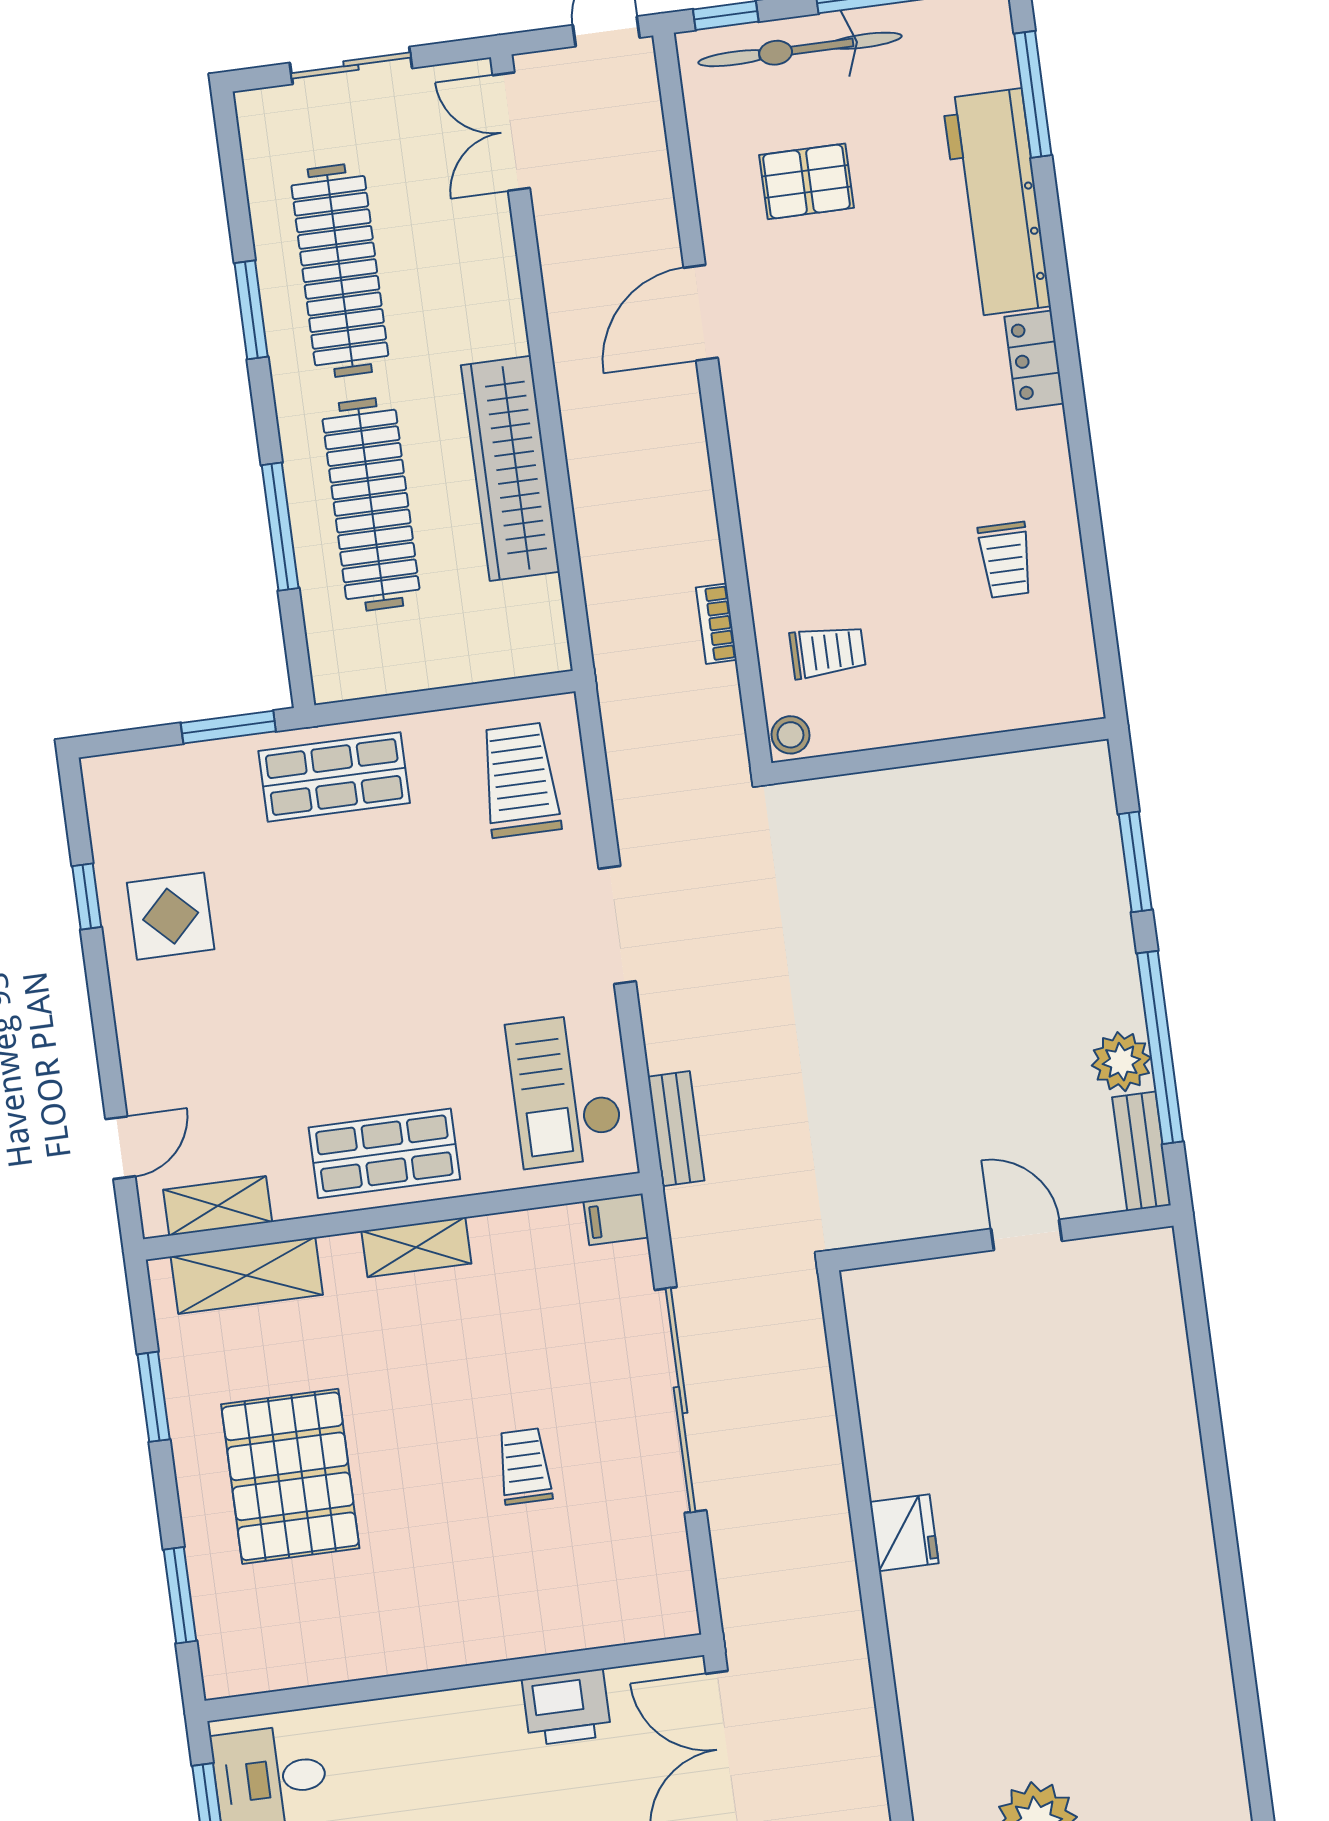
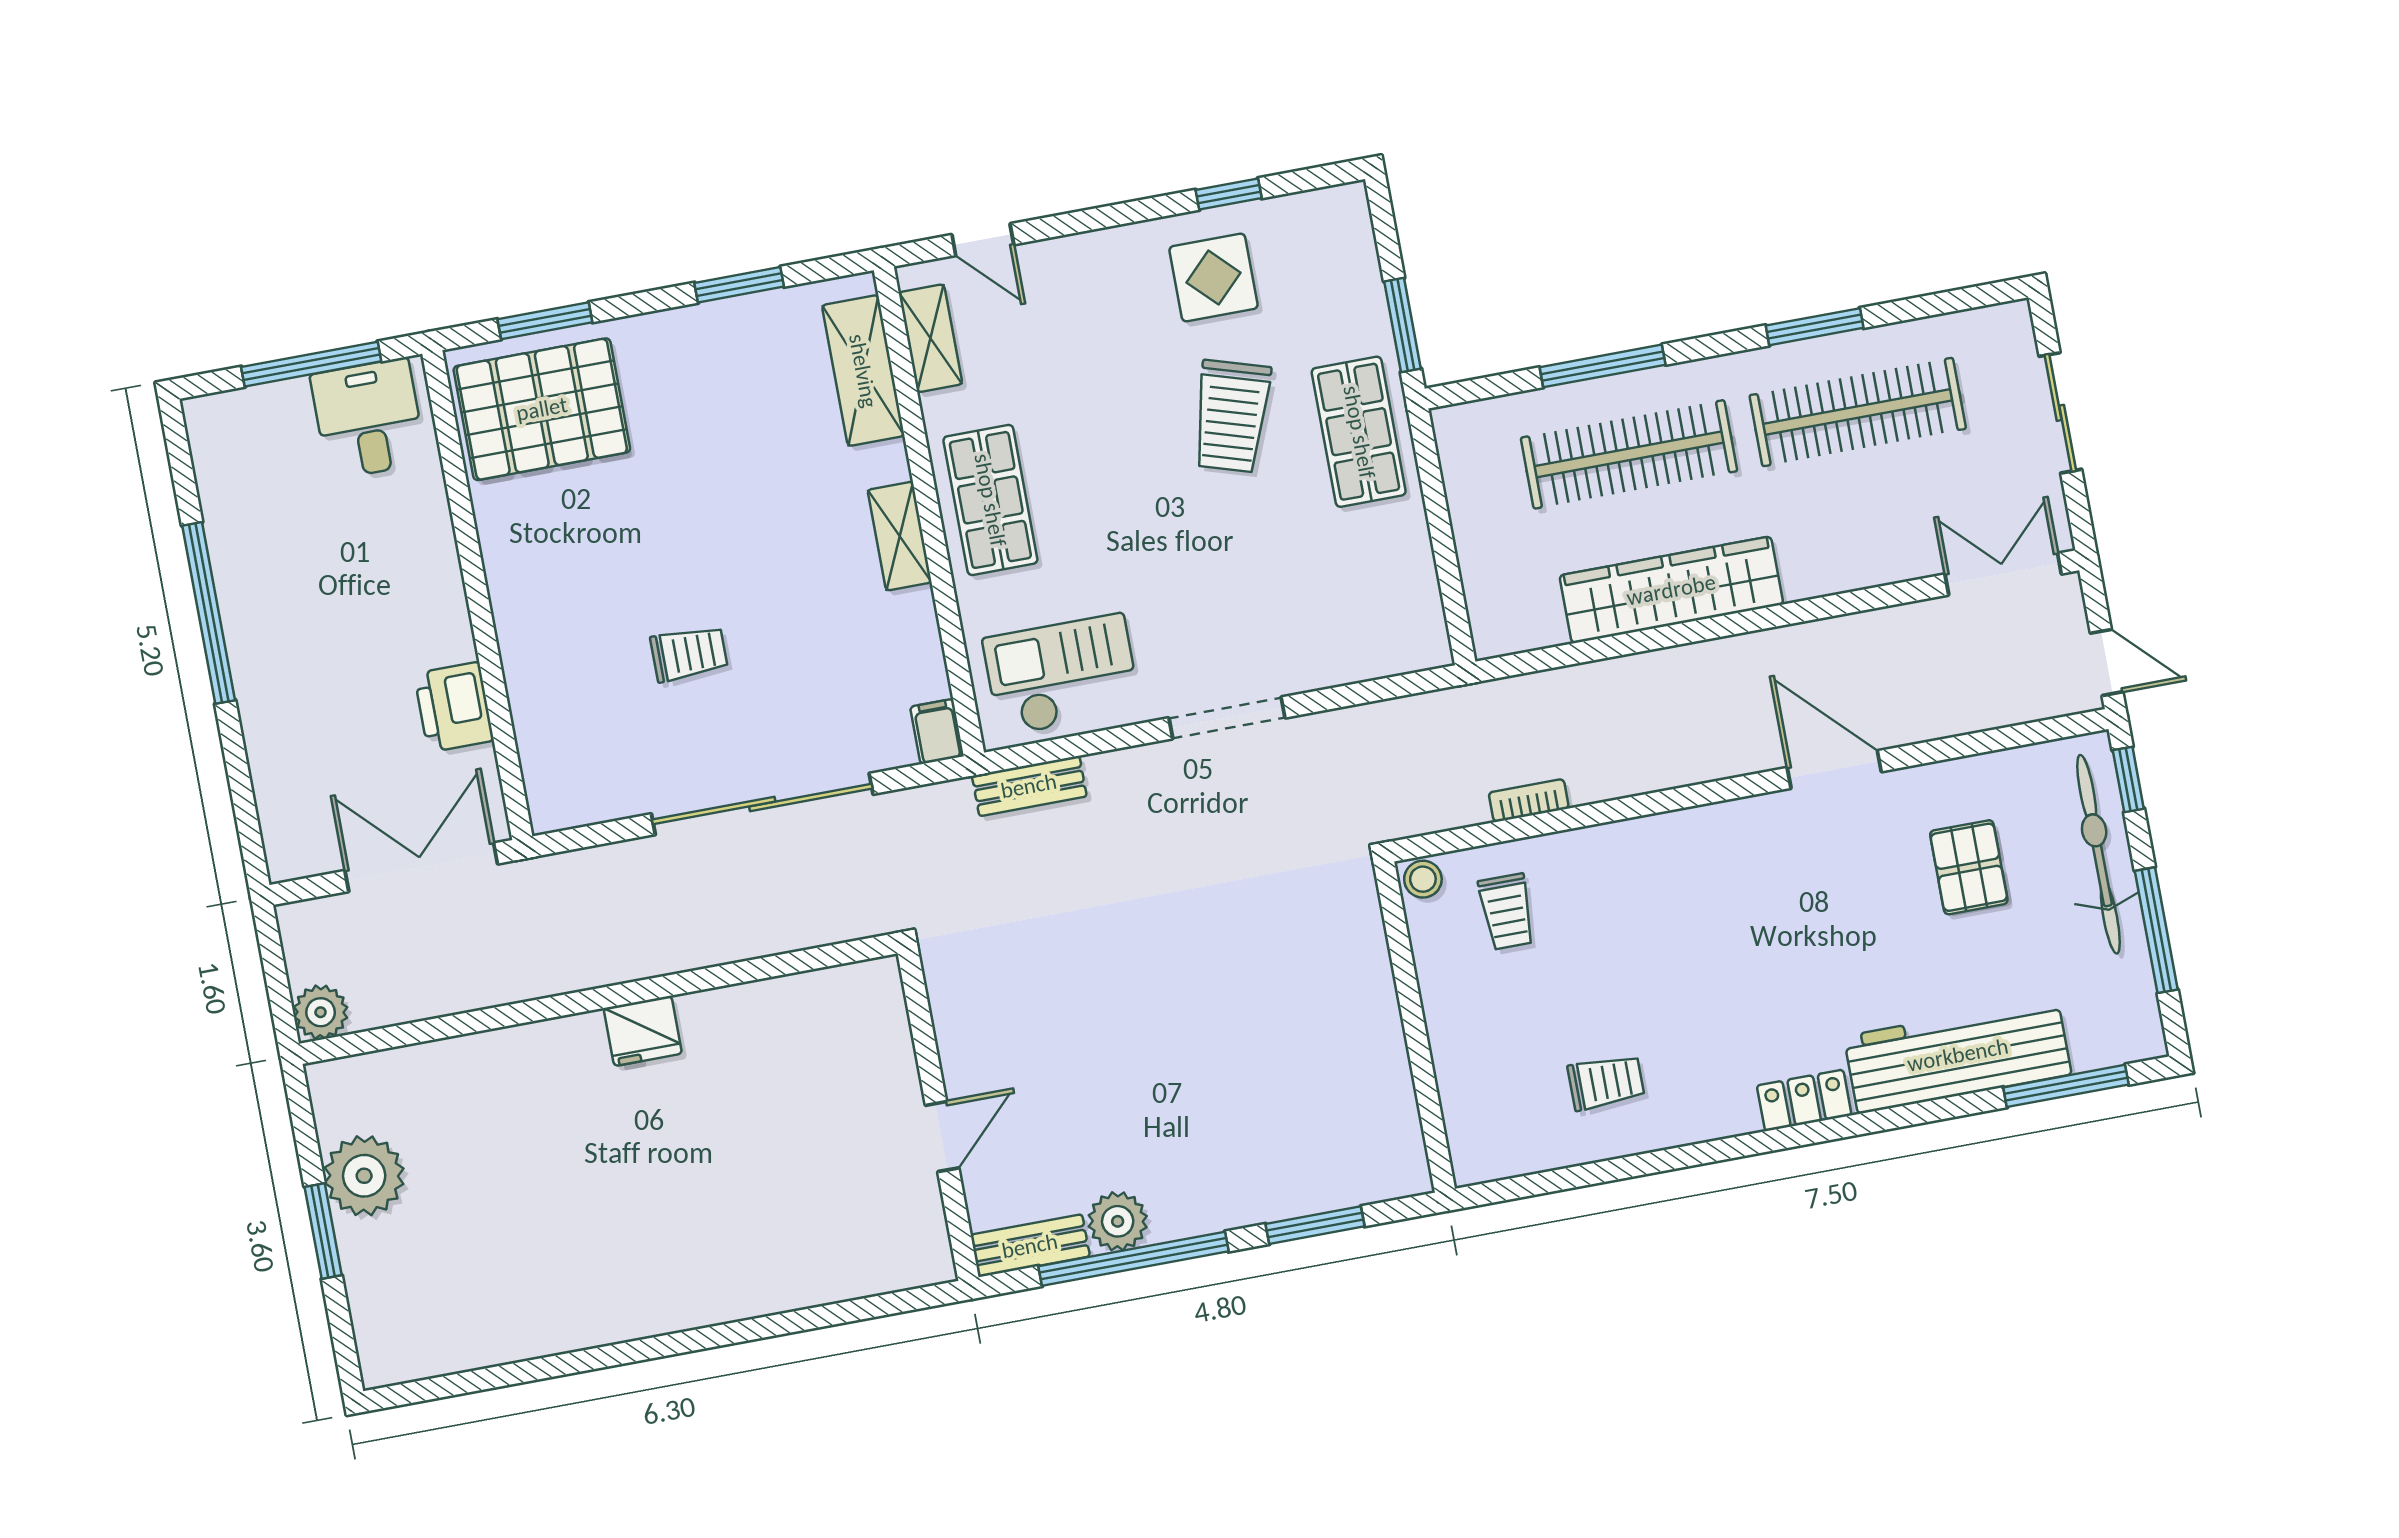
trolley: (1006, 560) -> (1606, 1082), turned 180
trolley: (520, 780) -> (1231, 416), moved, turned 107
pallet: (290, 1476) -> (542, 409), moved

